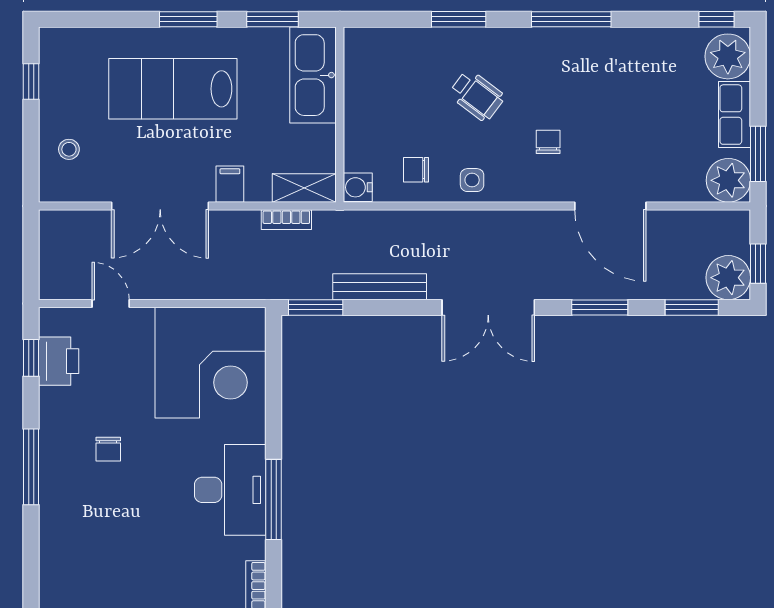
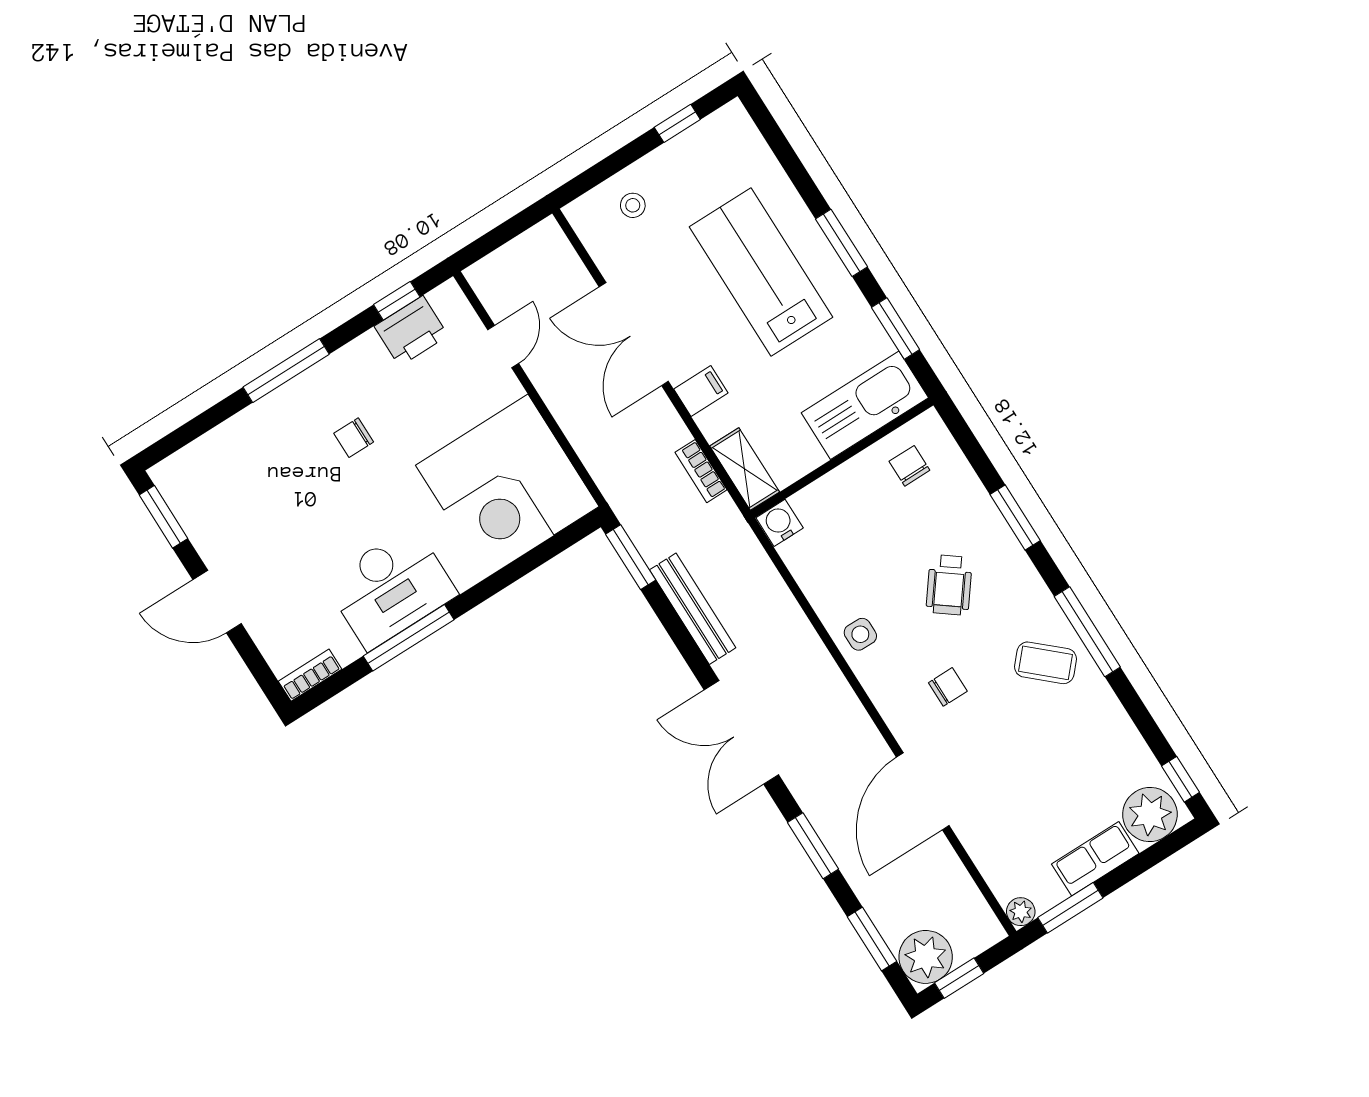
coffee table: (575, 62) -> (1045, 663), added
chair: (416, 170) -> (909, 466), moved
plant: (728, 180) -> (1021, 912), width x0.53, depth x0.53

